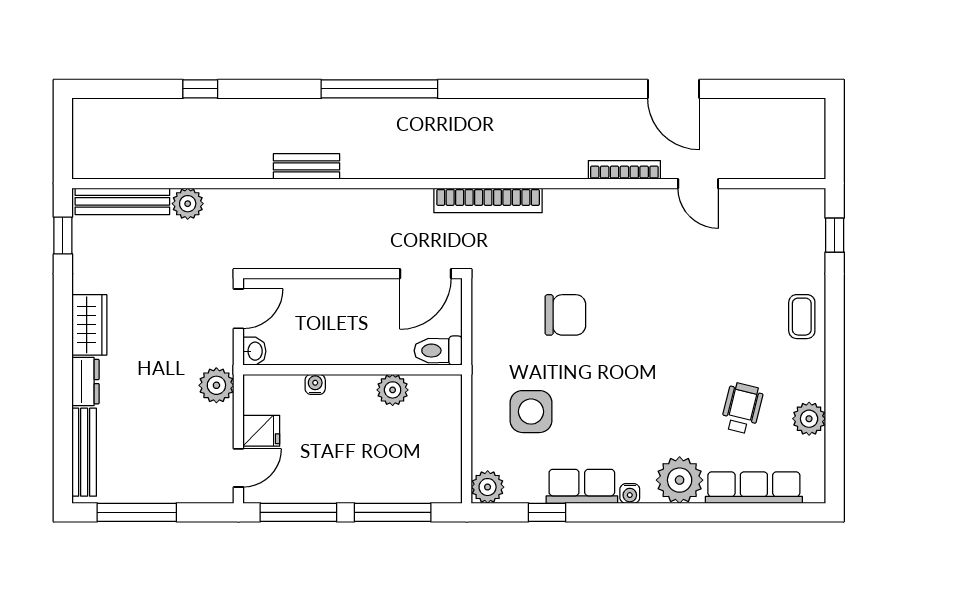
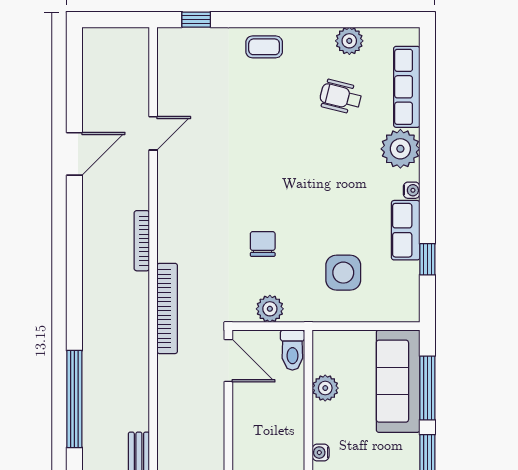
bookcase: (624, 170) -> (142, 241), moved
chair: (565, 315) -> (263, 244), width x0.73, depth x0.73
sofa: (401, 477) -> (398, 381), added
plant: (488, 487) -> (270, 309), moved

